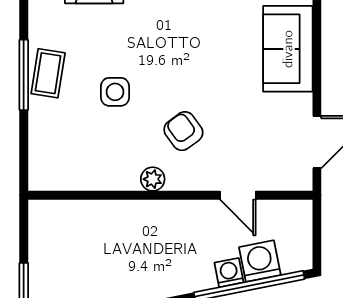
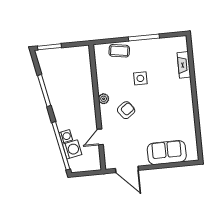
coffee table: (48, 73) -> (119, 51), moved

